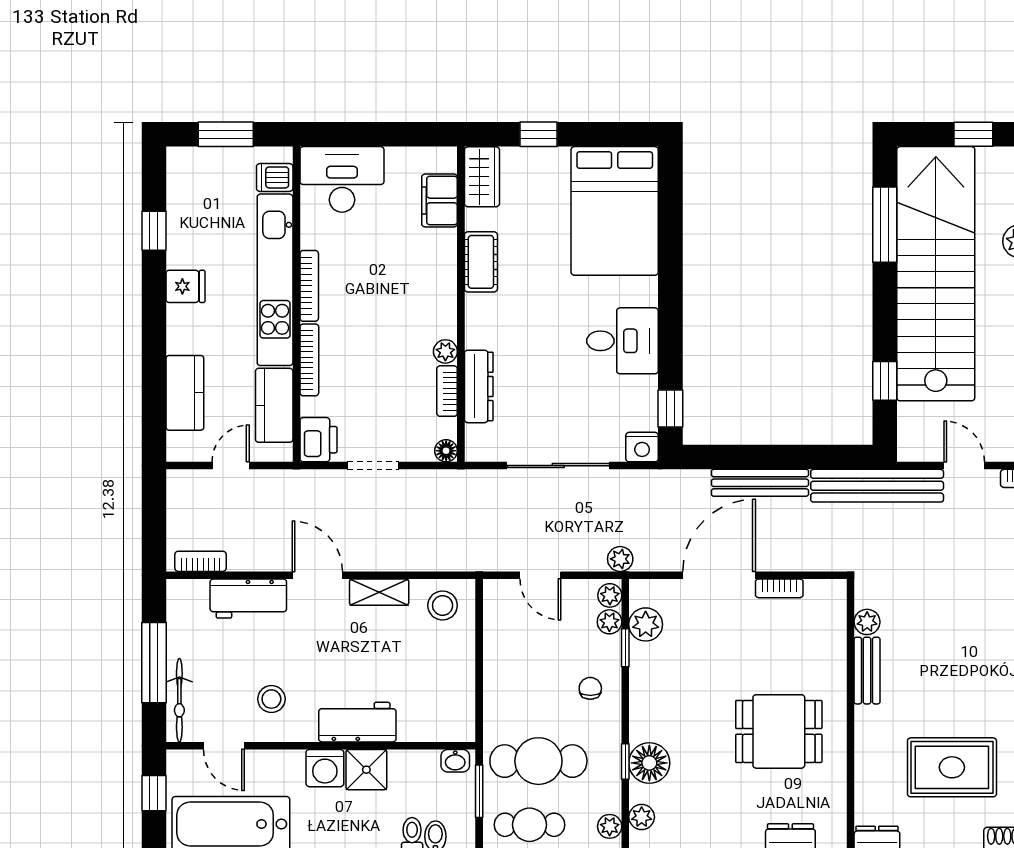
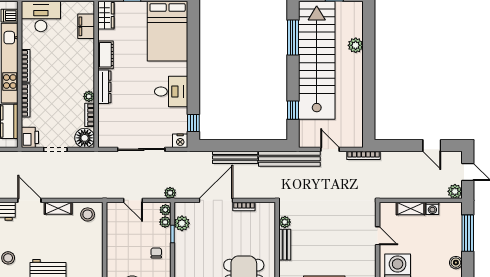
dresser: (479, 386) -> (104, 87), moved
floor lamp: (446, 451) -> (85, 138), width x1.89, depth x1.89

